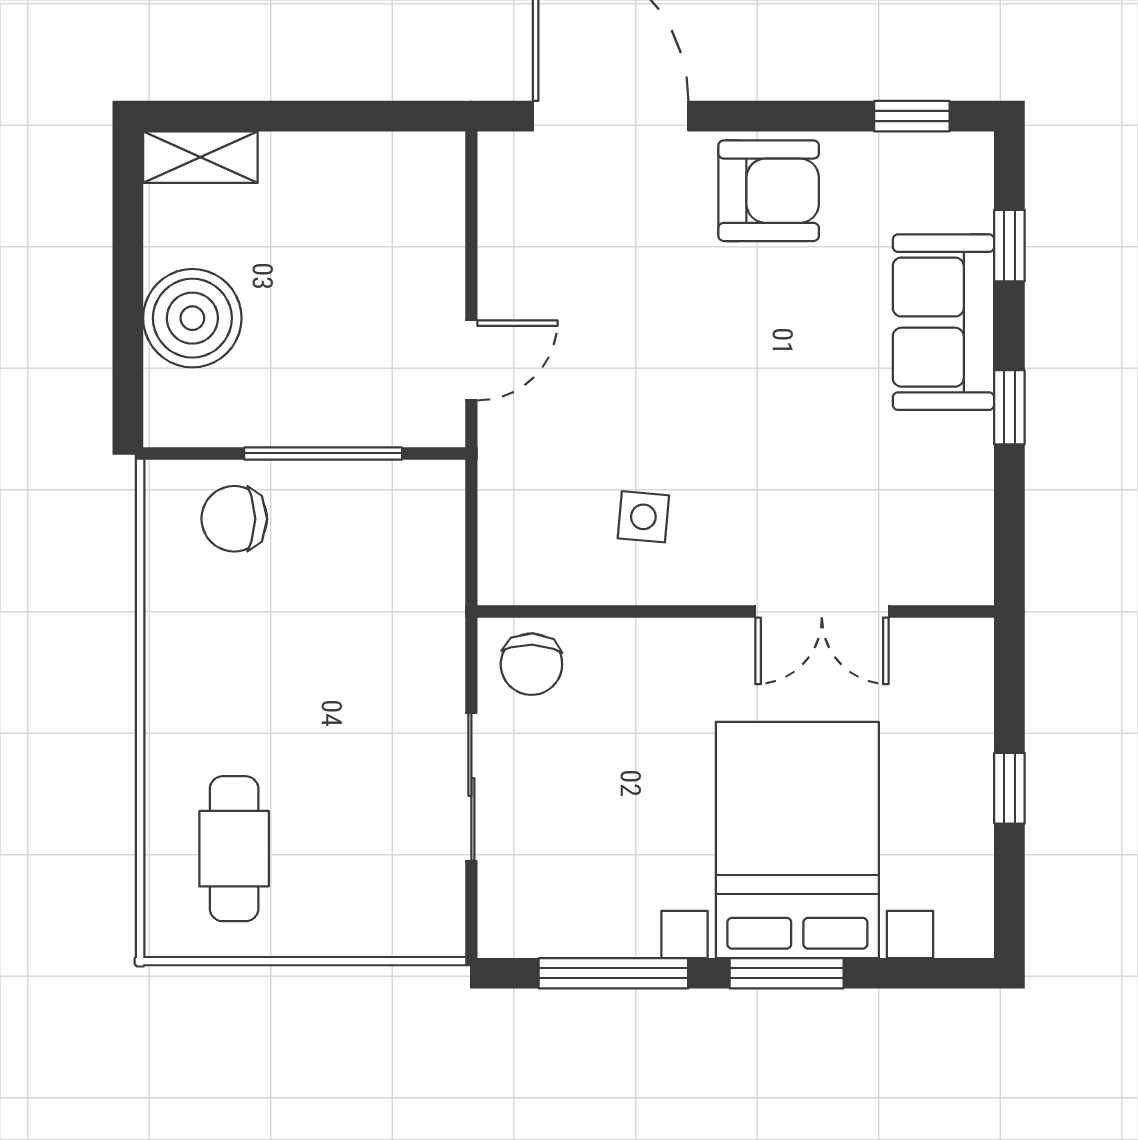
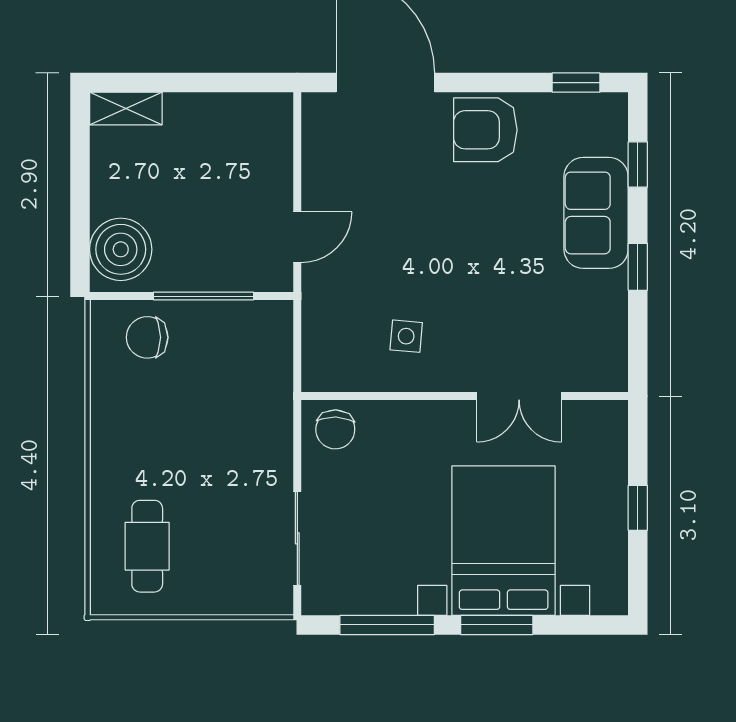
armchair: (769, 191) -> (485, 130), turned 180
boiler: (192, 318) -> (121, 249), moved
sliding door: (471, 787) -> (297, 538), moved

